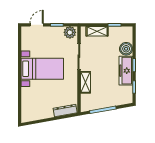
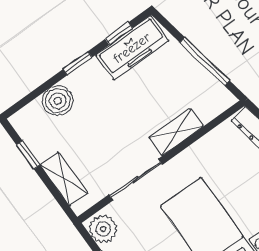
freezer: (126, 71) -> (132, 48), moved

